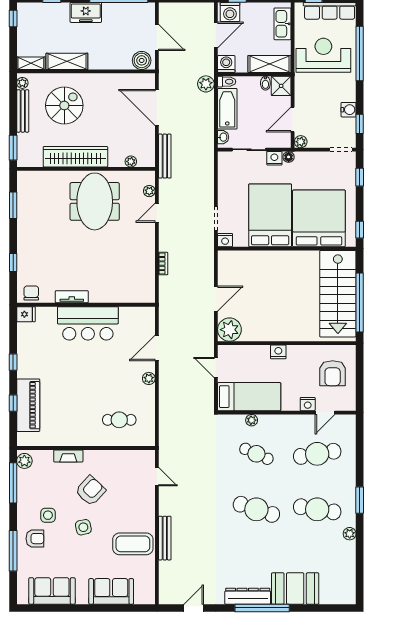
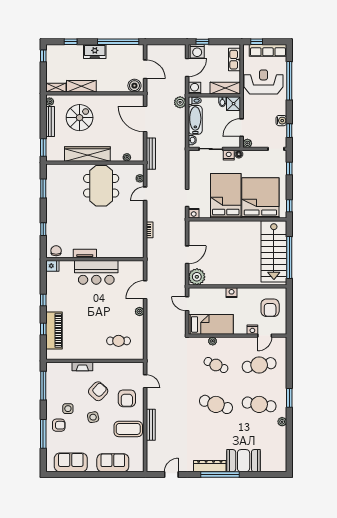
plant: (24, 461) -> (51, 370), removed
armchair: (131, 501) -> (127, 398), added

